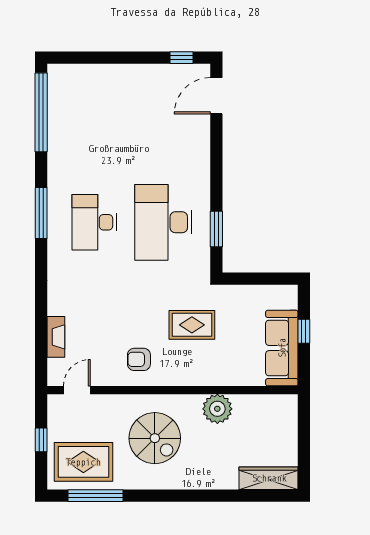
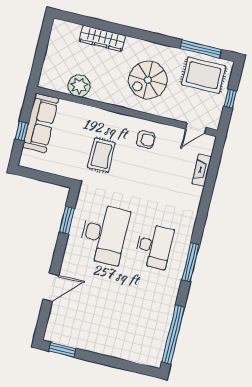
window: (181, 58) -> (62, 350), width x1.50
door: (216, 96) -> (51, 287), moved
rug: (192, 325) -> (101, 155), turned 90
plant: (217, 409) -> (79, 86), moved
spiral stairs: (155, 438) -> (148, 80), turned -90
wardrobe: (269, 478) -> (102, 38), moved

